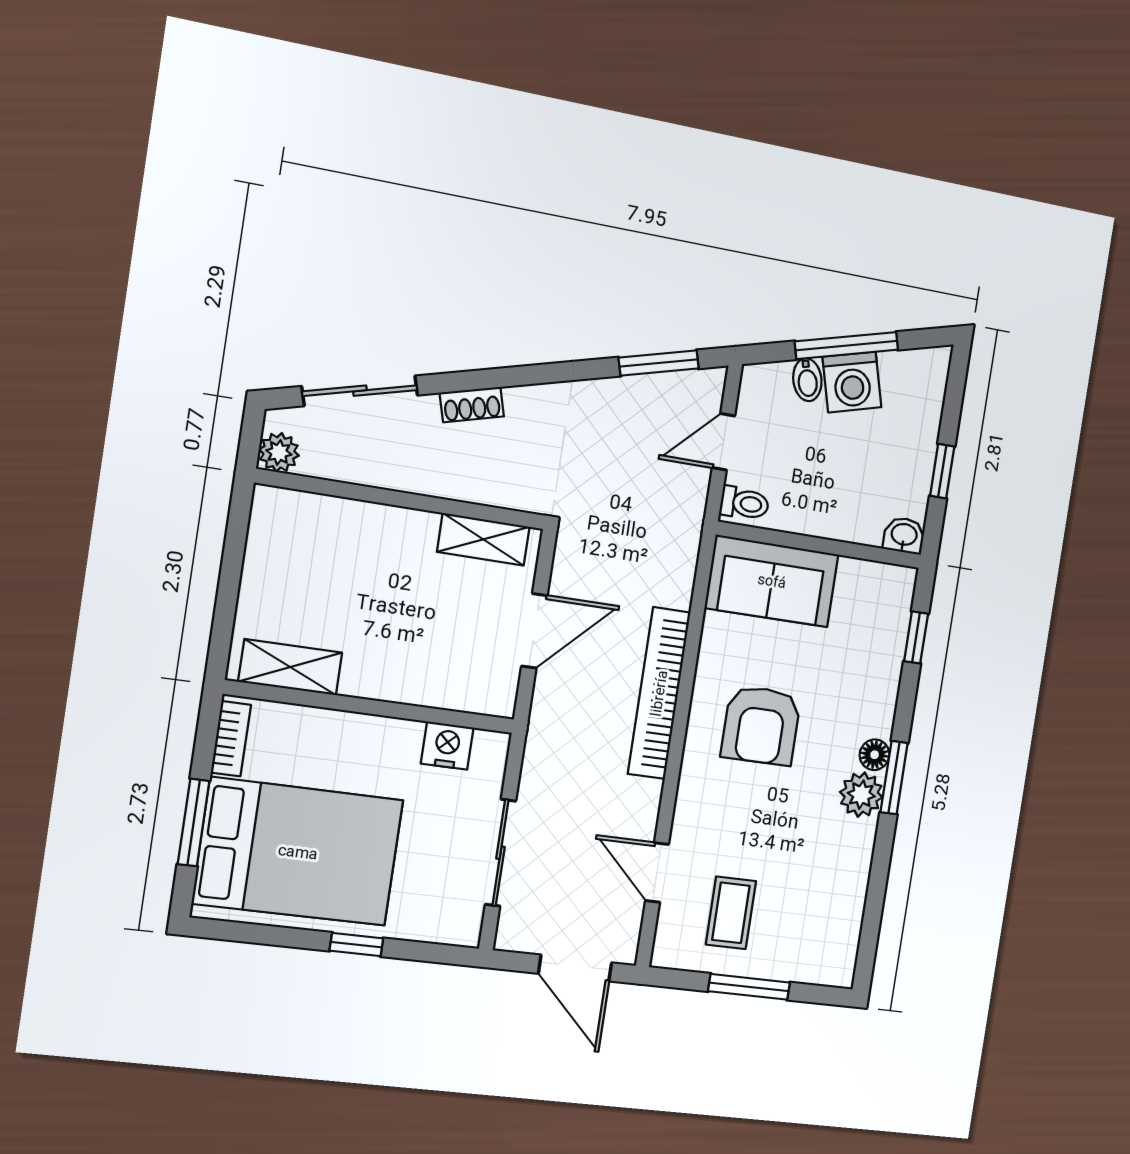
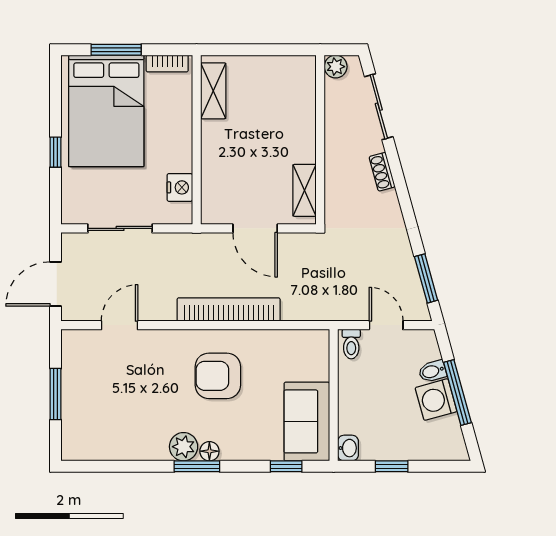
sofa: (772, 581) -> (307, 421), moved
coffee table: (731, 913) -> (100, 375), removed

